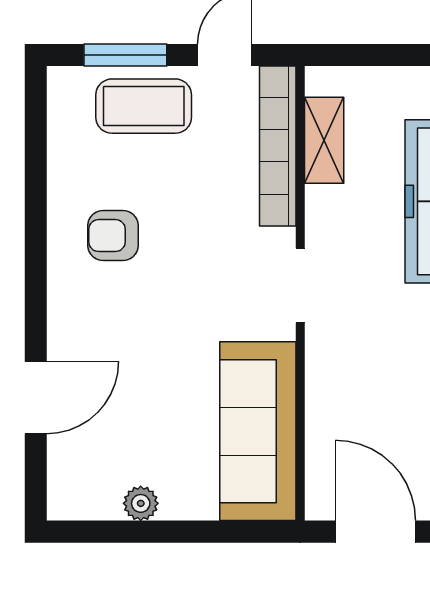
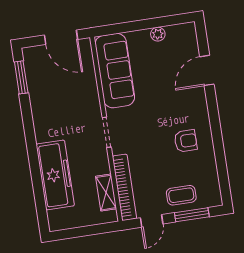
coffee table: (144, 106) -> (181, 195), width x0.73, depth x0.77

